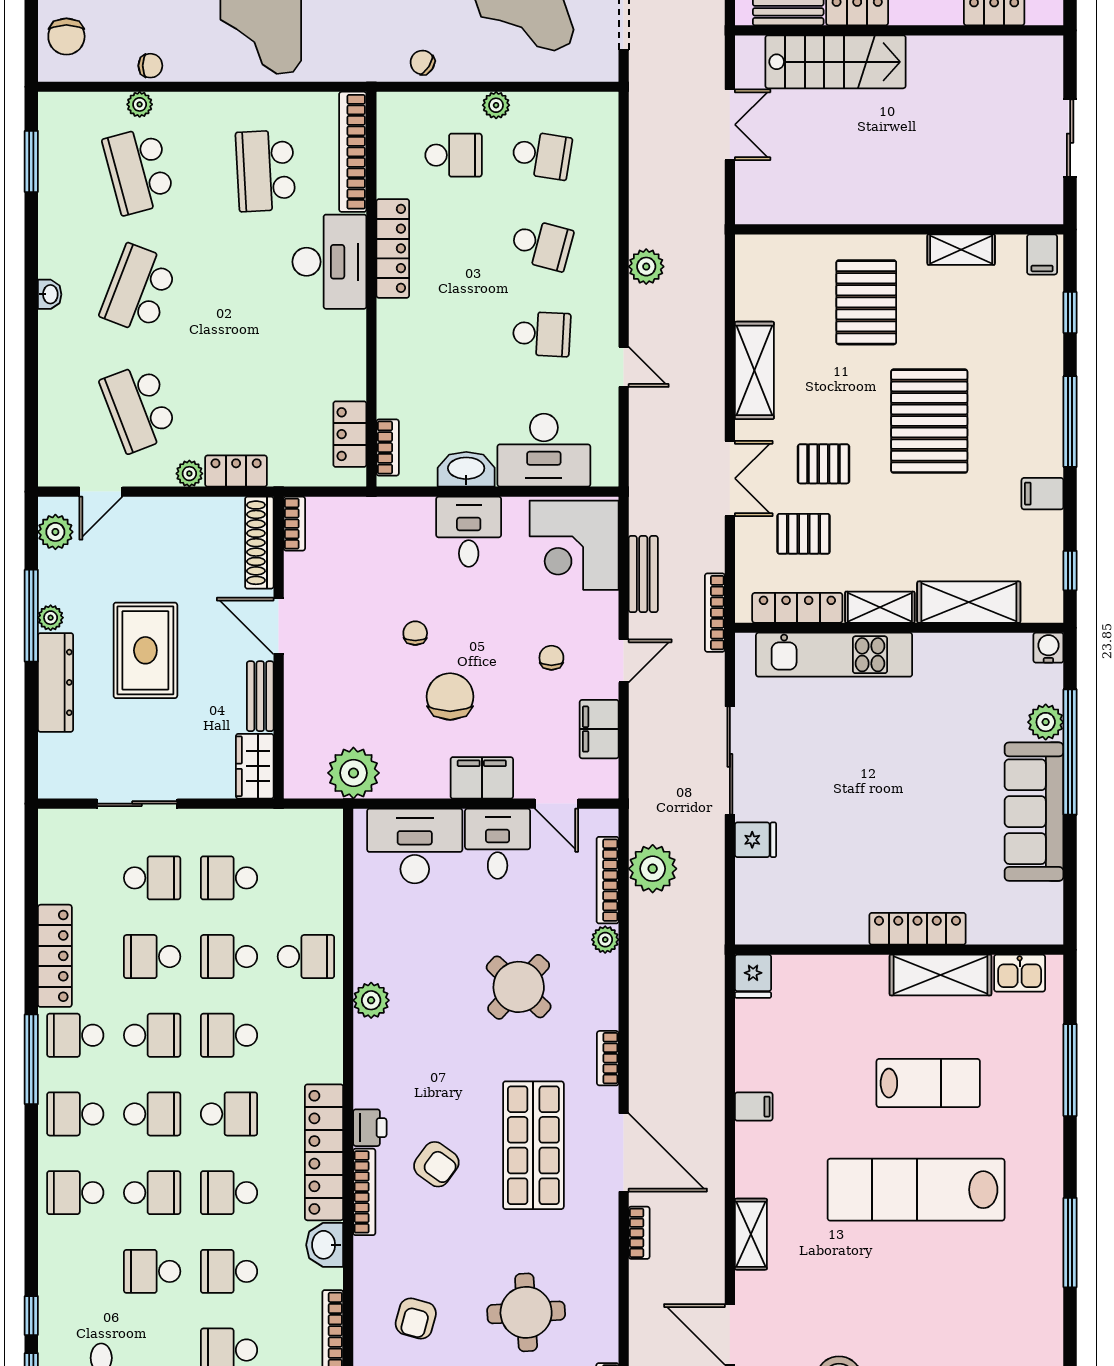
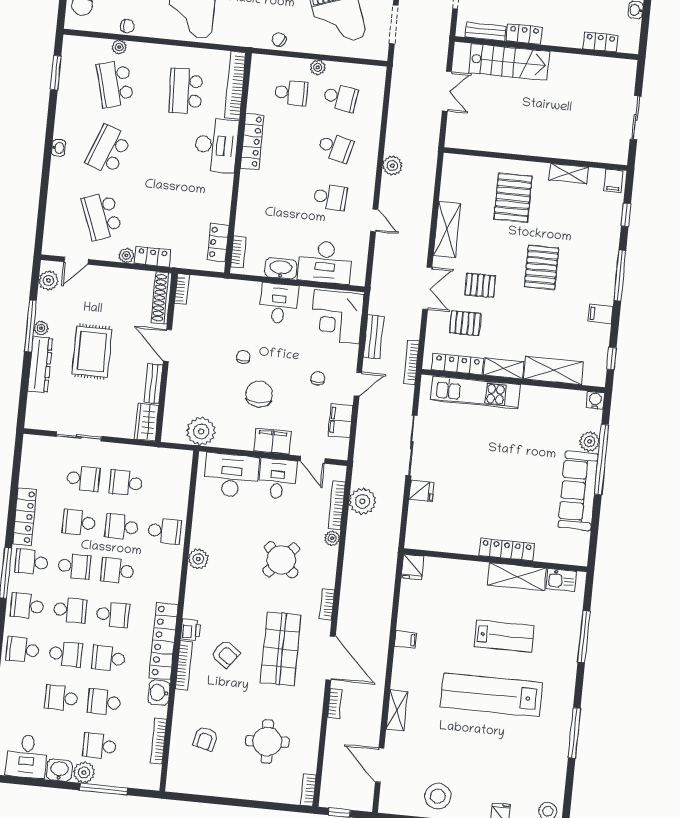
pallet: (929, 421) -> (541, 267), width x0.73, depth x0.71

